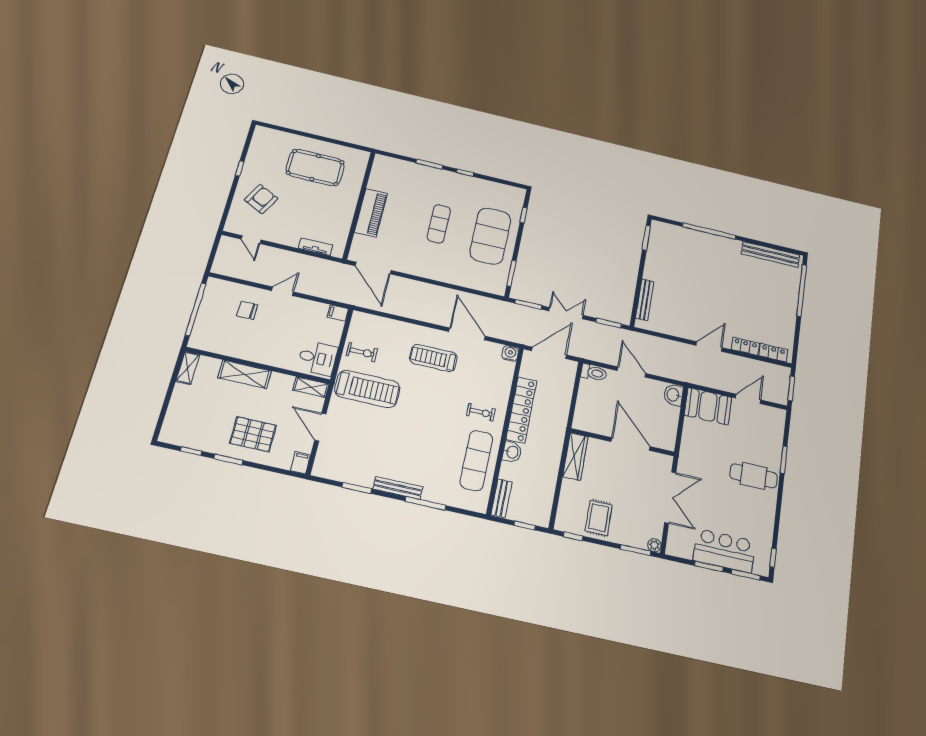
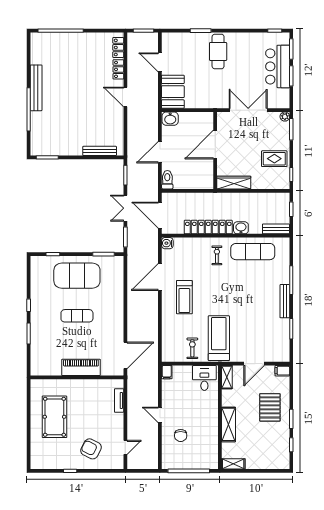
bench: (770, 254) -> (36, 88), moved

